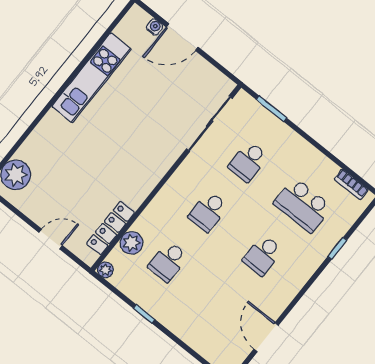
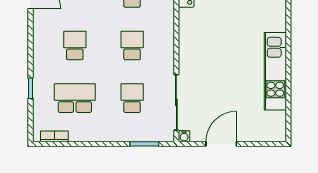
water cooler: (155, 27) -> (184, 136), moved
door: (182, 37) -> (221, 144), moved

